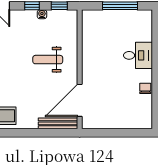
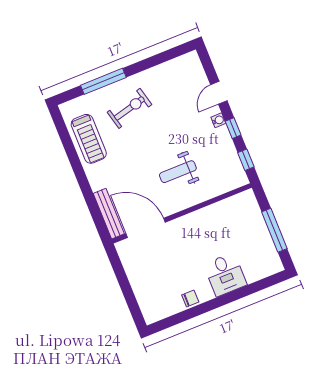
water cooler: (42, 14) -> (218, 120), moved
weight bench: (48, 60) -> (178, 172), turned -90

